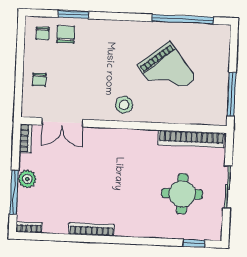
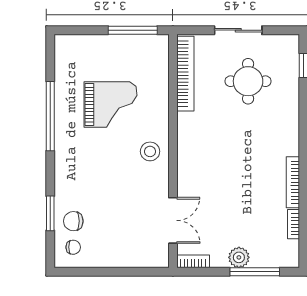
window: (183, 19) -> (50, 116), moved
grand piano: (167, 72) -> (111, 105), turned 39
chair: (39, 80) -> (126, 249), removed
bookcase: (29, 227) -> (294, 224), moved

